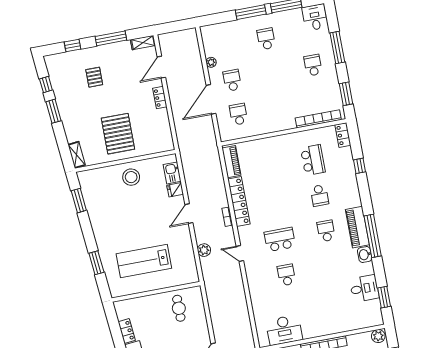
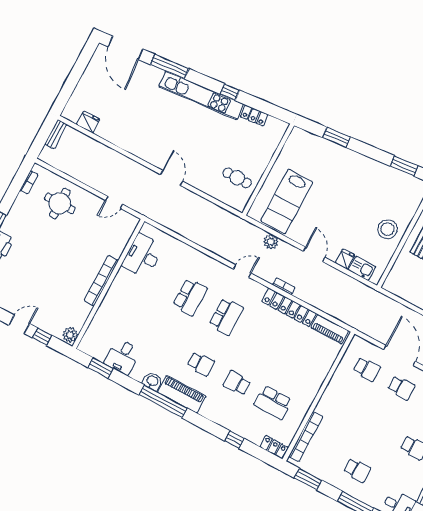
lab bench: (144, 261) -> (287, 201), moved, turned 180
school desk: (286, 275) -> (190, 297), width x1.85

